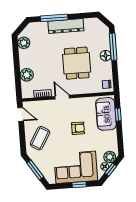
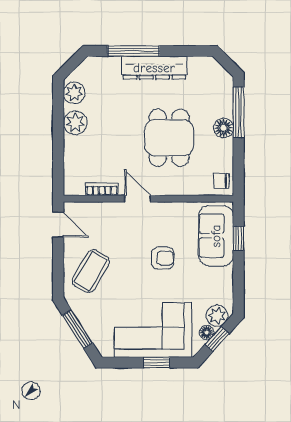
plant: (27, 75) -> (75, 123), moved

